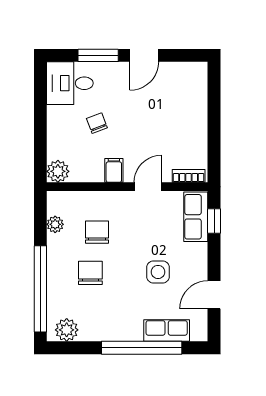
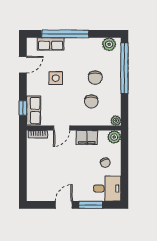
chair: (97, 123) -> (105, 163), moved
filing cabinet: (114, 170) -> (87, 138), width x2.00
plant: (55, 224) -> (116, 121), moved

